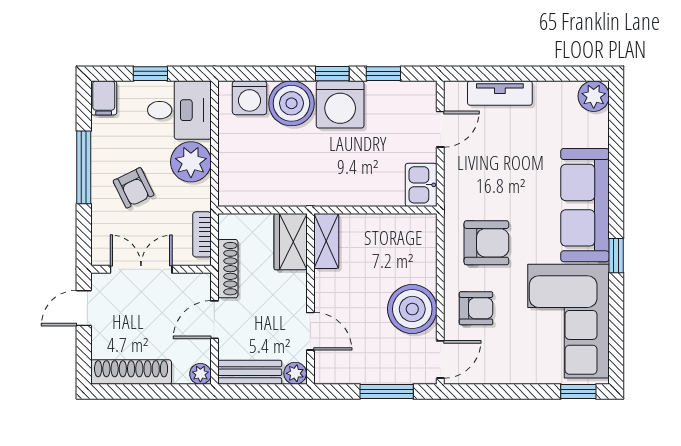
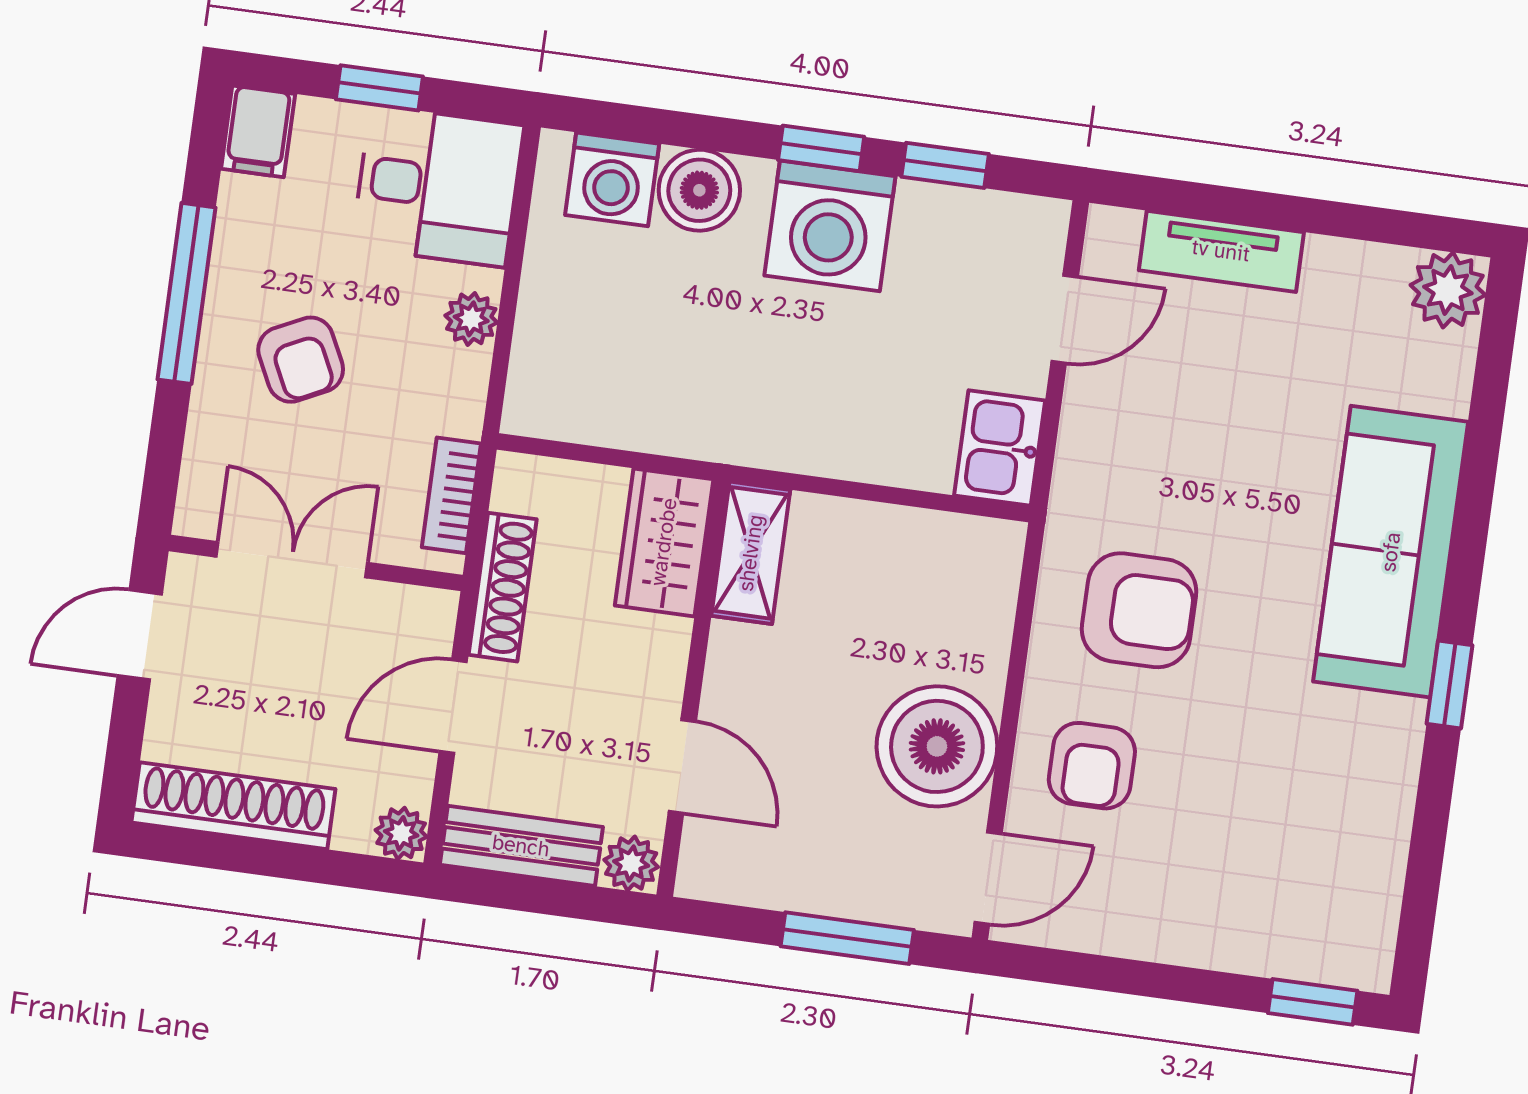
boiler: (291, 103) -> (699, 190), width x0.73, depth x0.73
plant: (191, 162) -> (471, 319), width x0.53, depth x0.53
armchair: (476, 308) -> (1092, 766), turned 90
corner sofa: (568, 321) -> (1312, 828), removed

